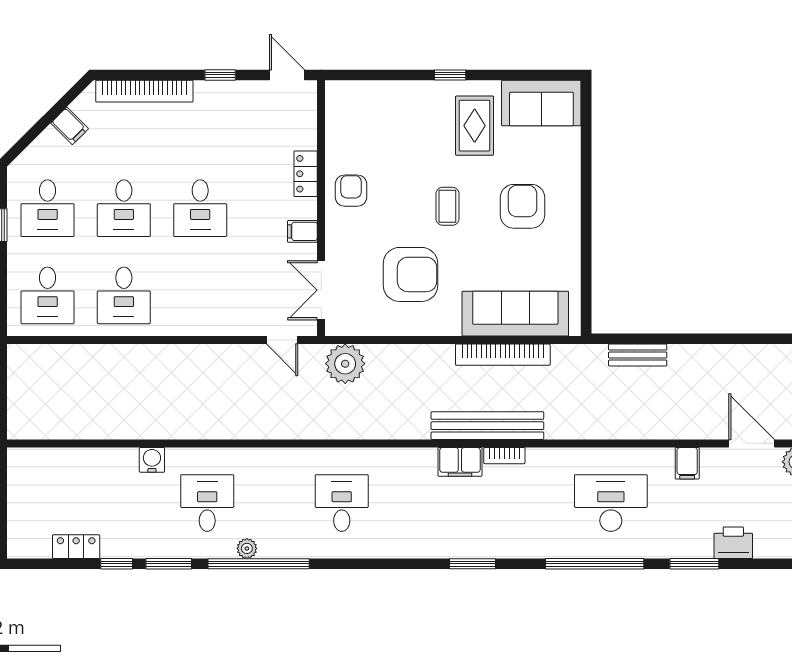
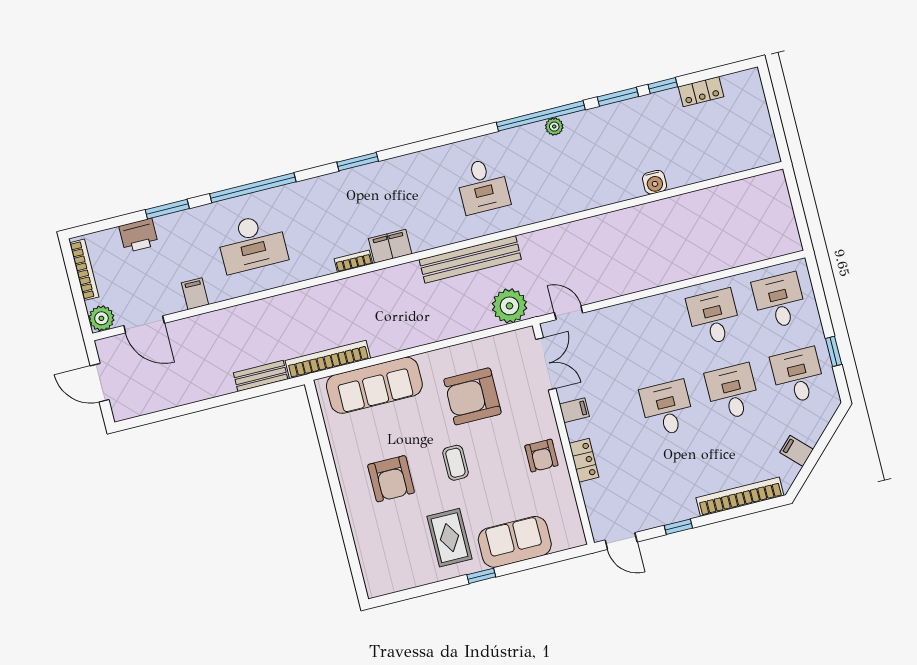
sofa: (541, 103) -> (515, 542), moved
bookcase: (503, 355) -> (328, 359), moved
bench: (487, 426) -> (470, 259), moved
desk: (207, 503) -> (598, 157), removed

